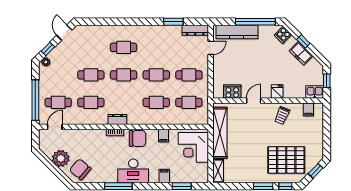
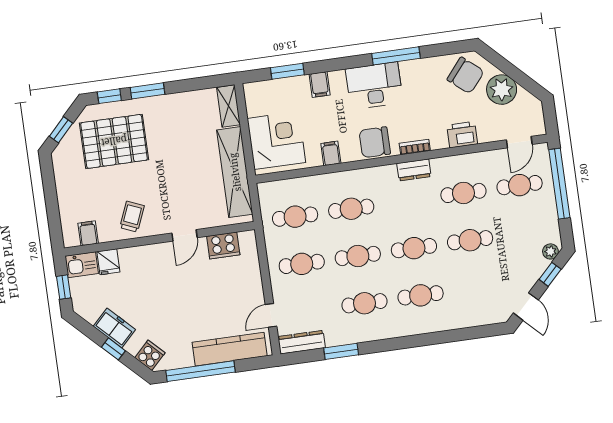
cafe table: (156, 47) -> (364, 303), added
fridge: (277, 92) -> (108, 262), moved
printer: (87, 136) -> (462, 135), added

